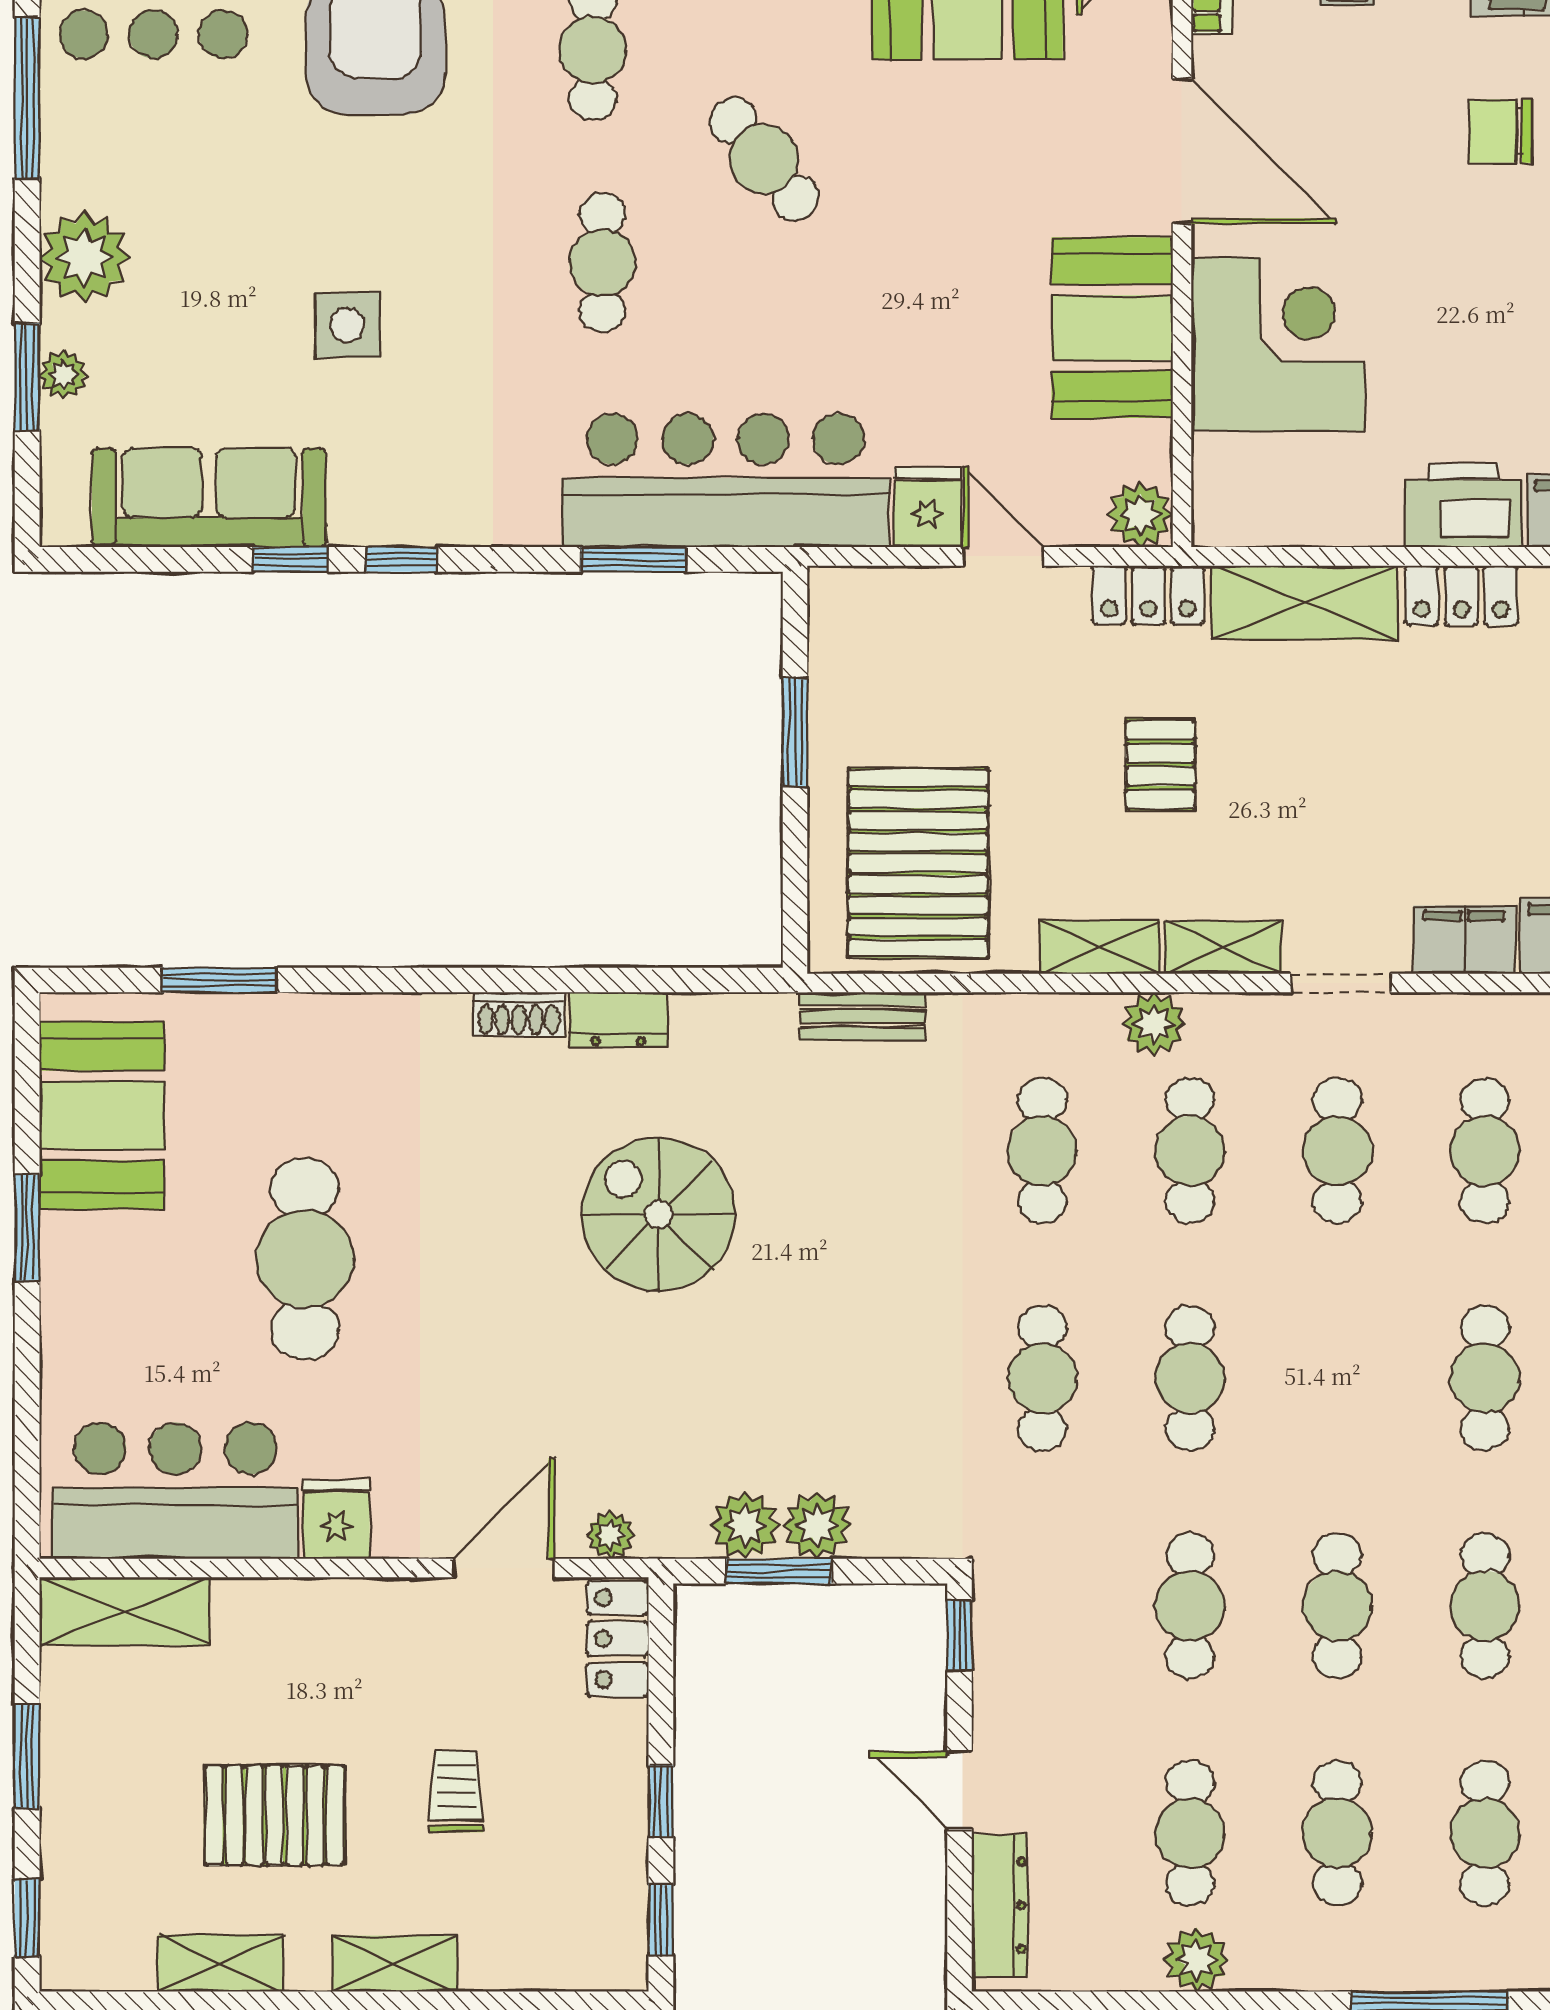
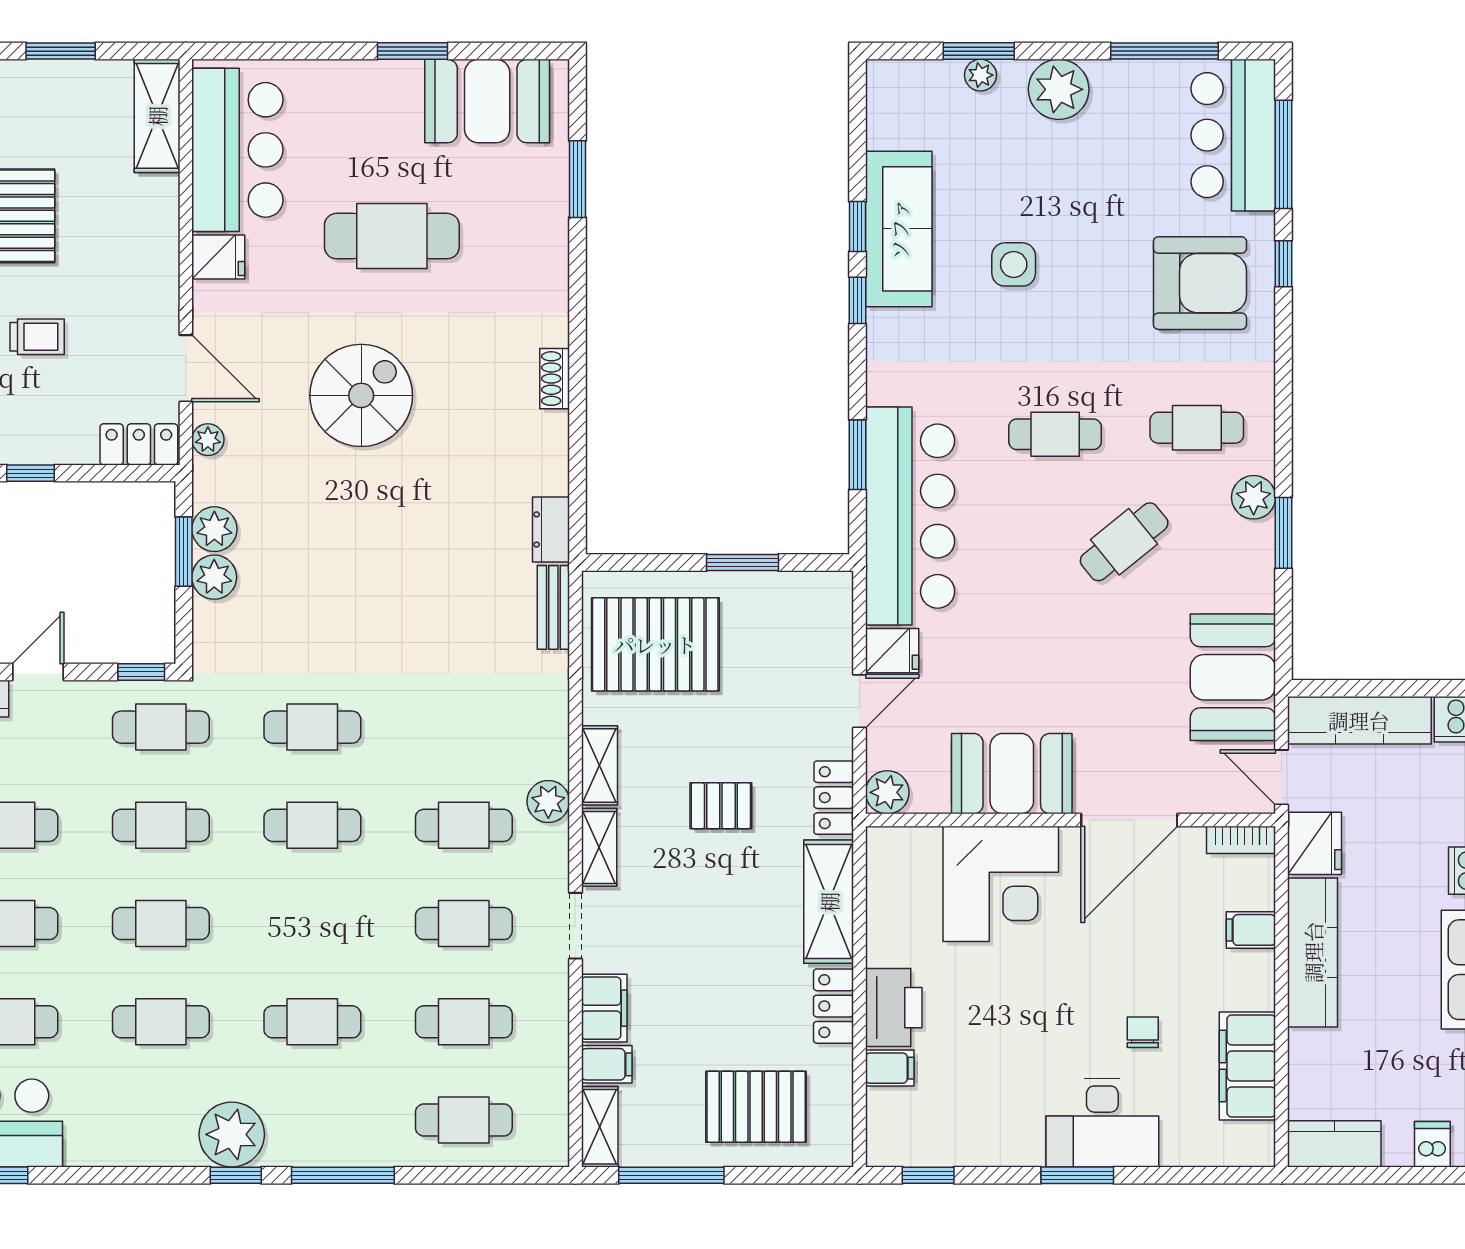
chair: (1501, 131) -> (1143, 1032), width x0.73, depth x0.73
sofa: (209, 498) -> (899, 229), moved
dresser: (618, 1020) -> (551, 529), moved
cafe table: (1042, 1151) -> (161, 727), moved
spiral stairs: (659, 1214) -> (361, 395), moved

